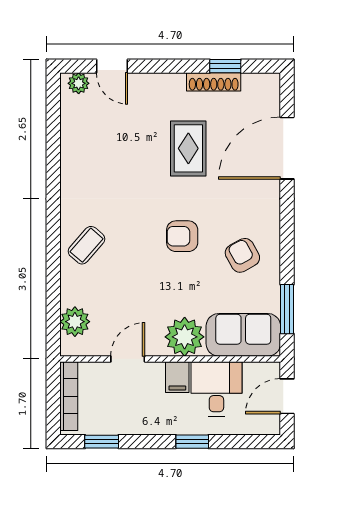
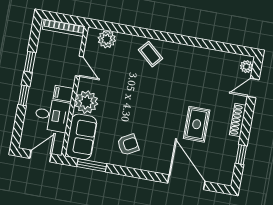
shoe rack: (214, 82) -> (238, 120), moved
rug: (188, 148) -> (197, 124), turned 90
armchair: (182, 236) -> (146, 111), removed
door: (287, 396) -> (41, 156), hinge flipped
window: (102, 442) -> (30, 62), moved

